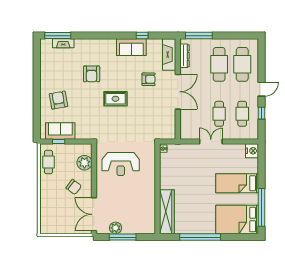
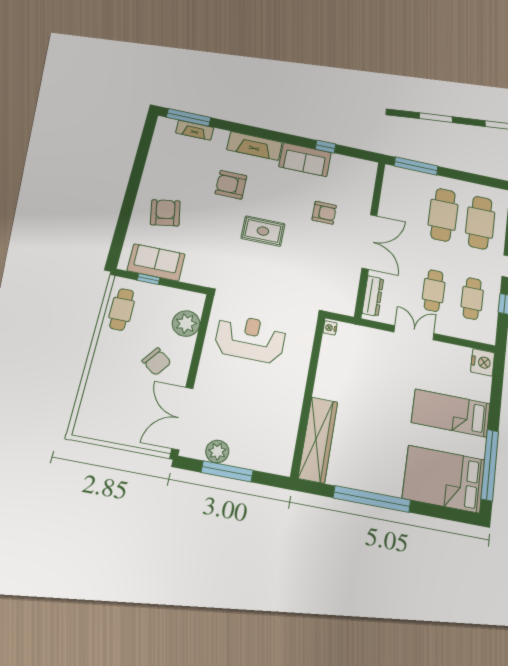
fireplace: (169, 55) -> (255, 146), moved, turned -90
dresser: (185, 56) -> (373, 296), moved
armchair: (92, 74) -> (231, 185), turned 90
reception desk: (121, 164) -> (250, 339), turned 180

